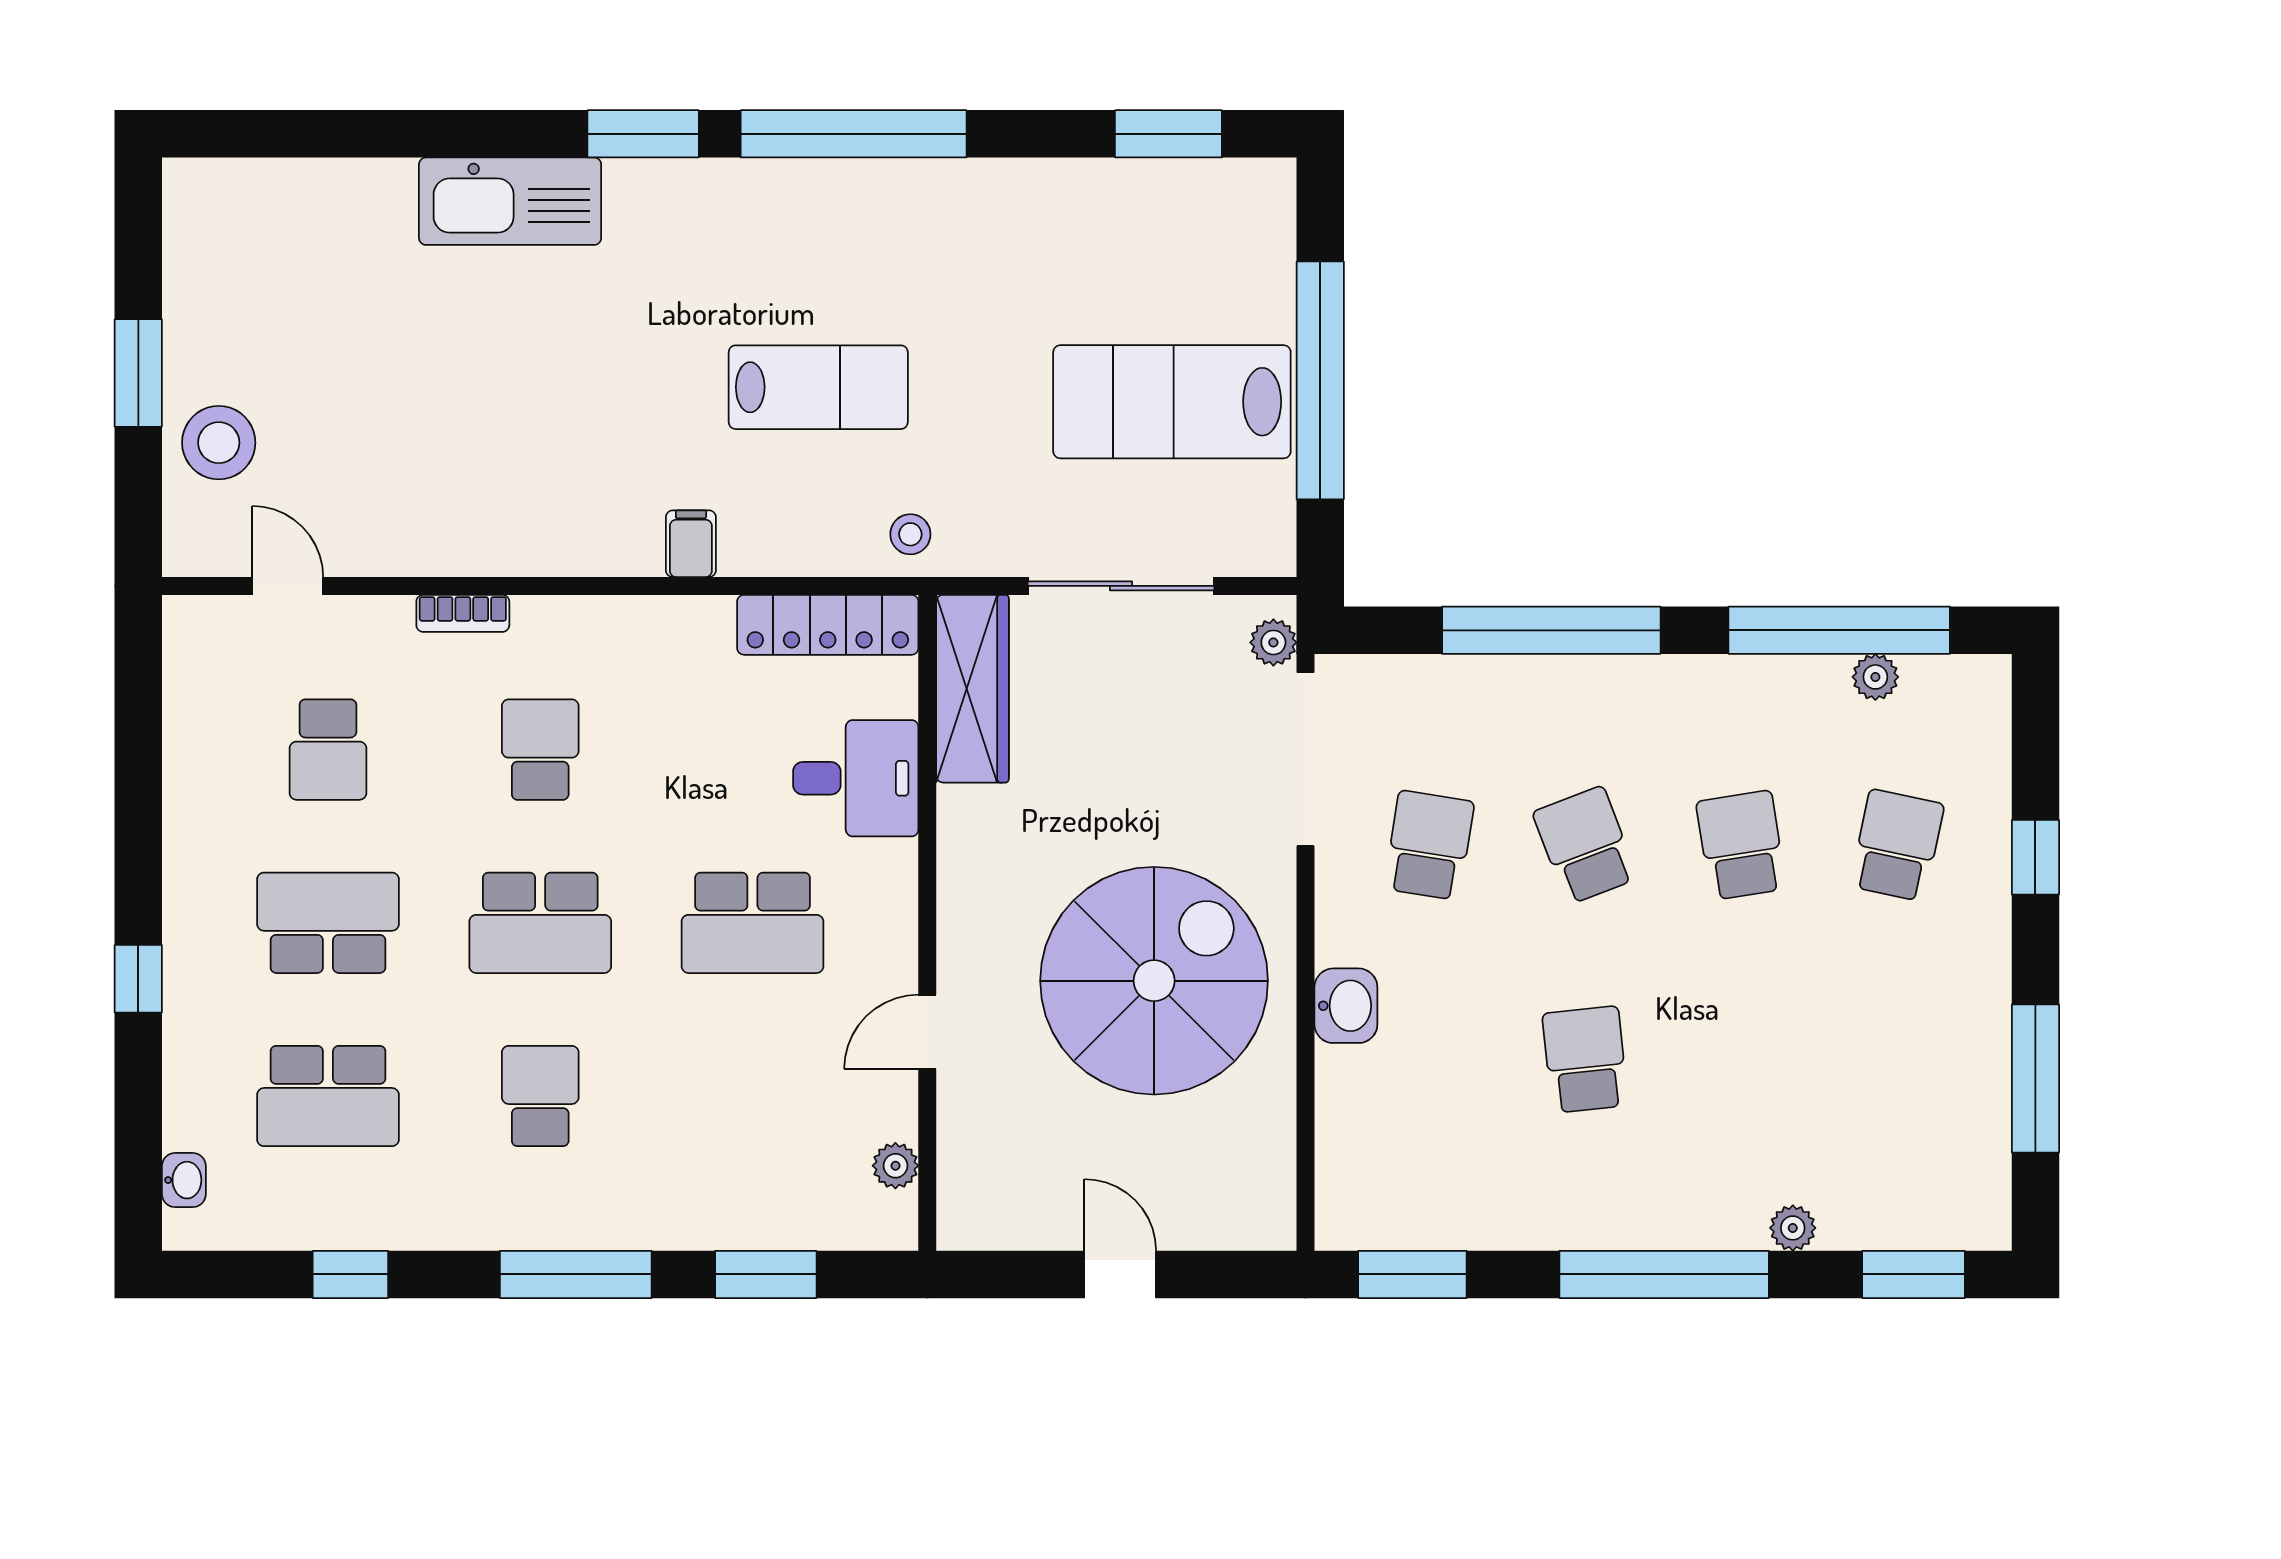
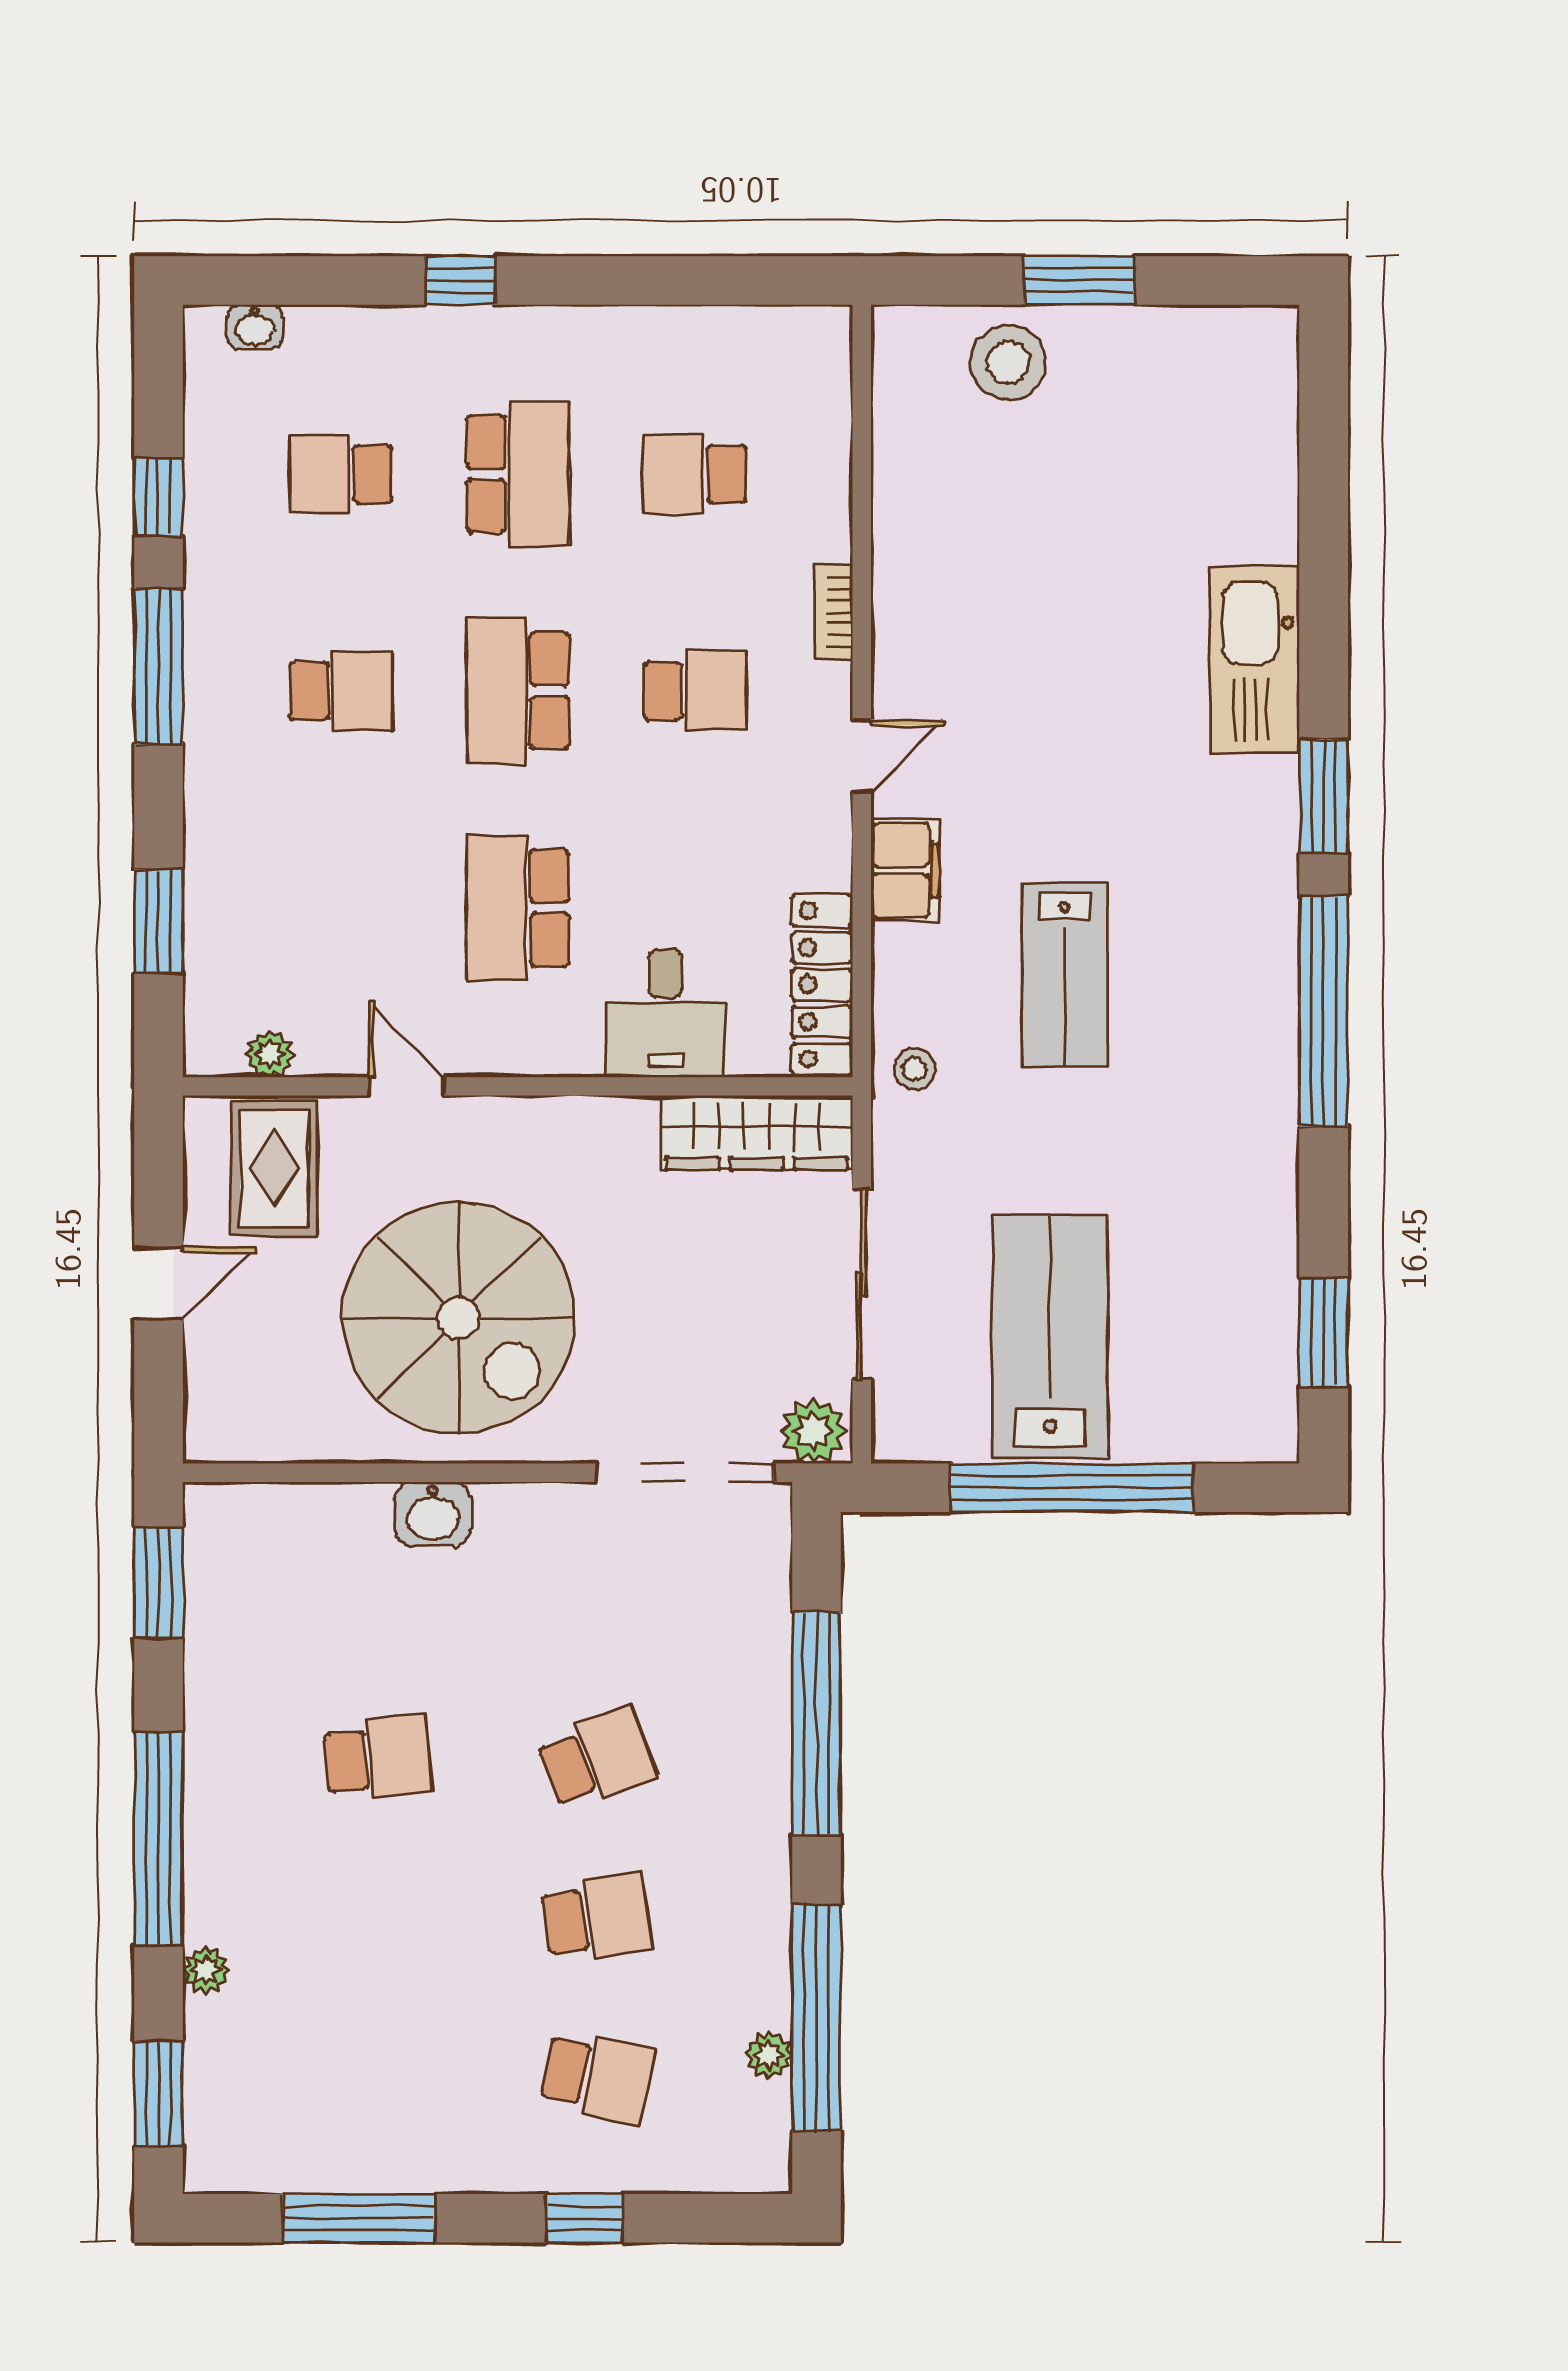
filing cabinet: (691, 544) -> (905, 870), width x2.00
door: (288, 586) -> (862, 756), moved
plant: (1273, 642) -> (813, 1431), width x1.38, depth x1.38
school desk: (1429, 845) -> (597, 1599), removed
school desk: (328, 1096) -> (341, 474), width x0.54
rug: (1007, 1161) -> (275, 1168), added
window: (576, 1274) -> (158, 667), moved

